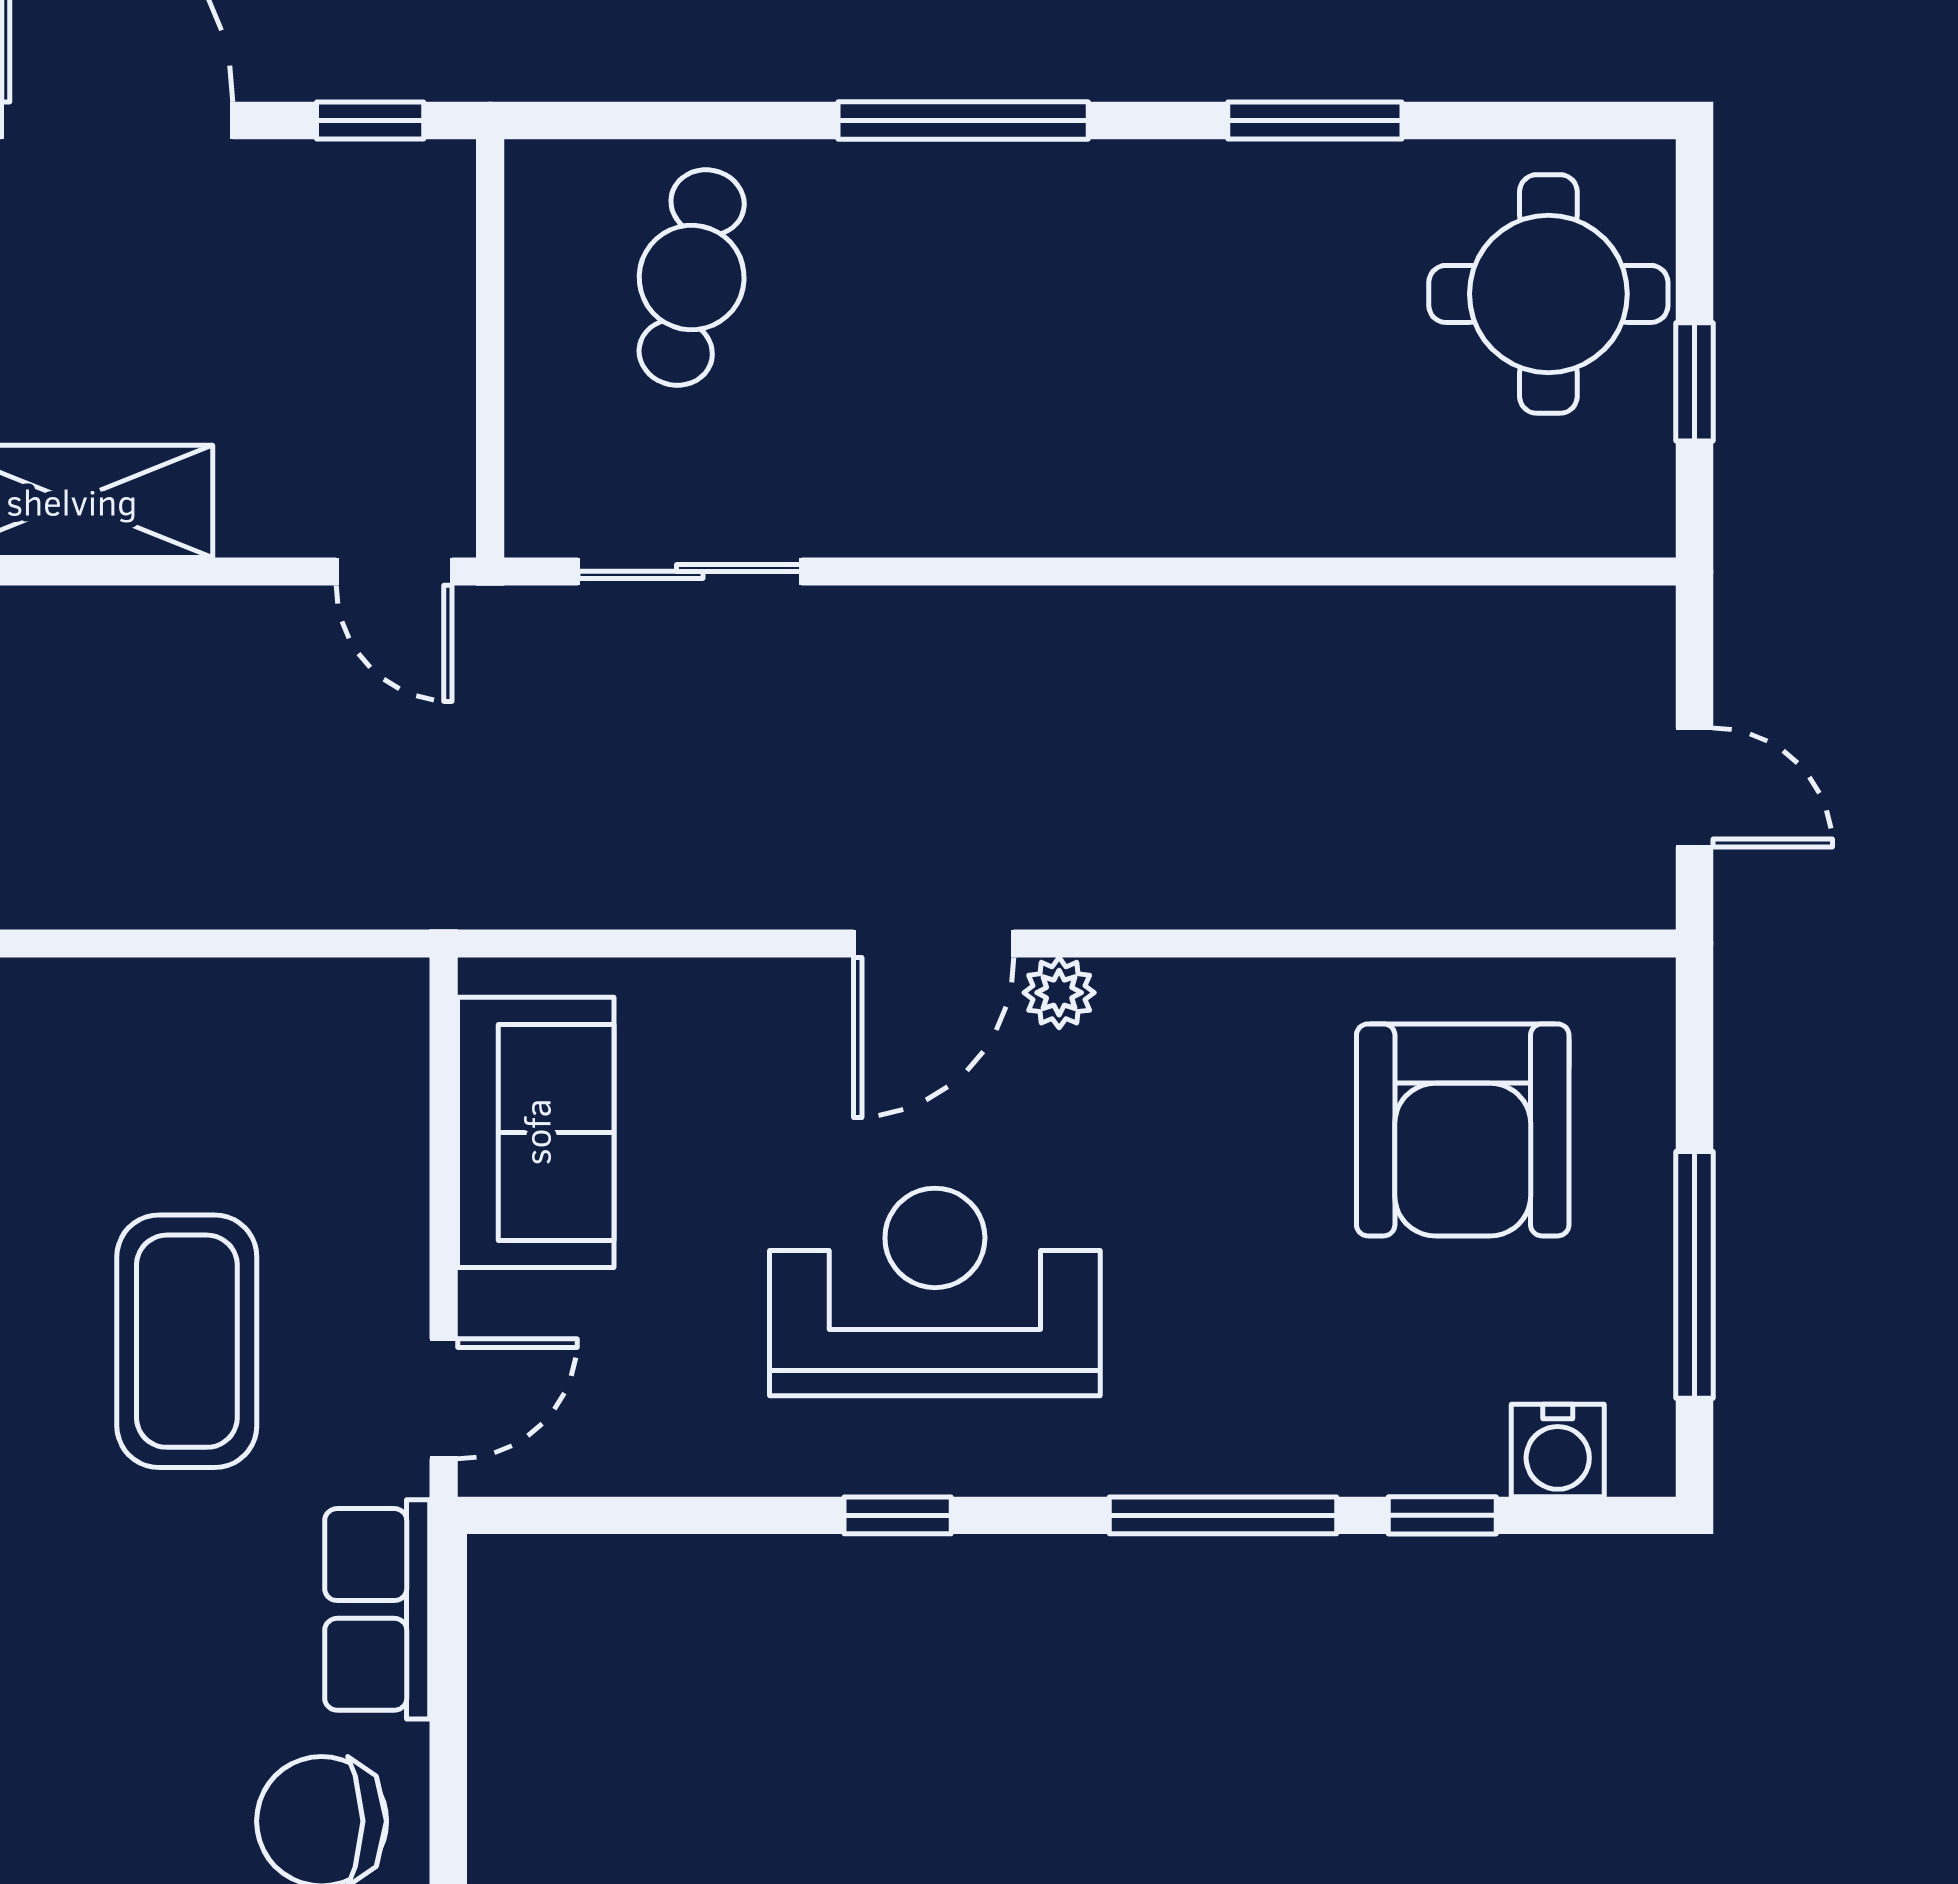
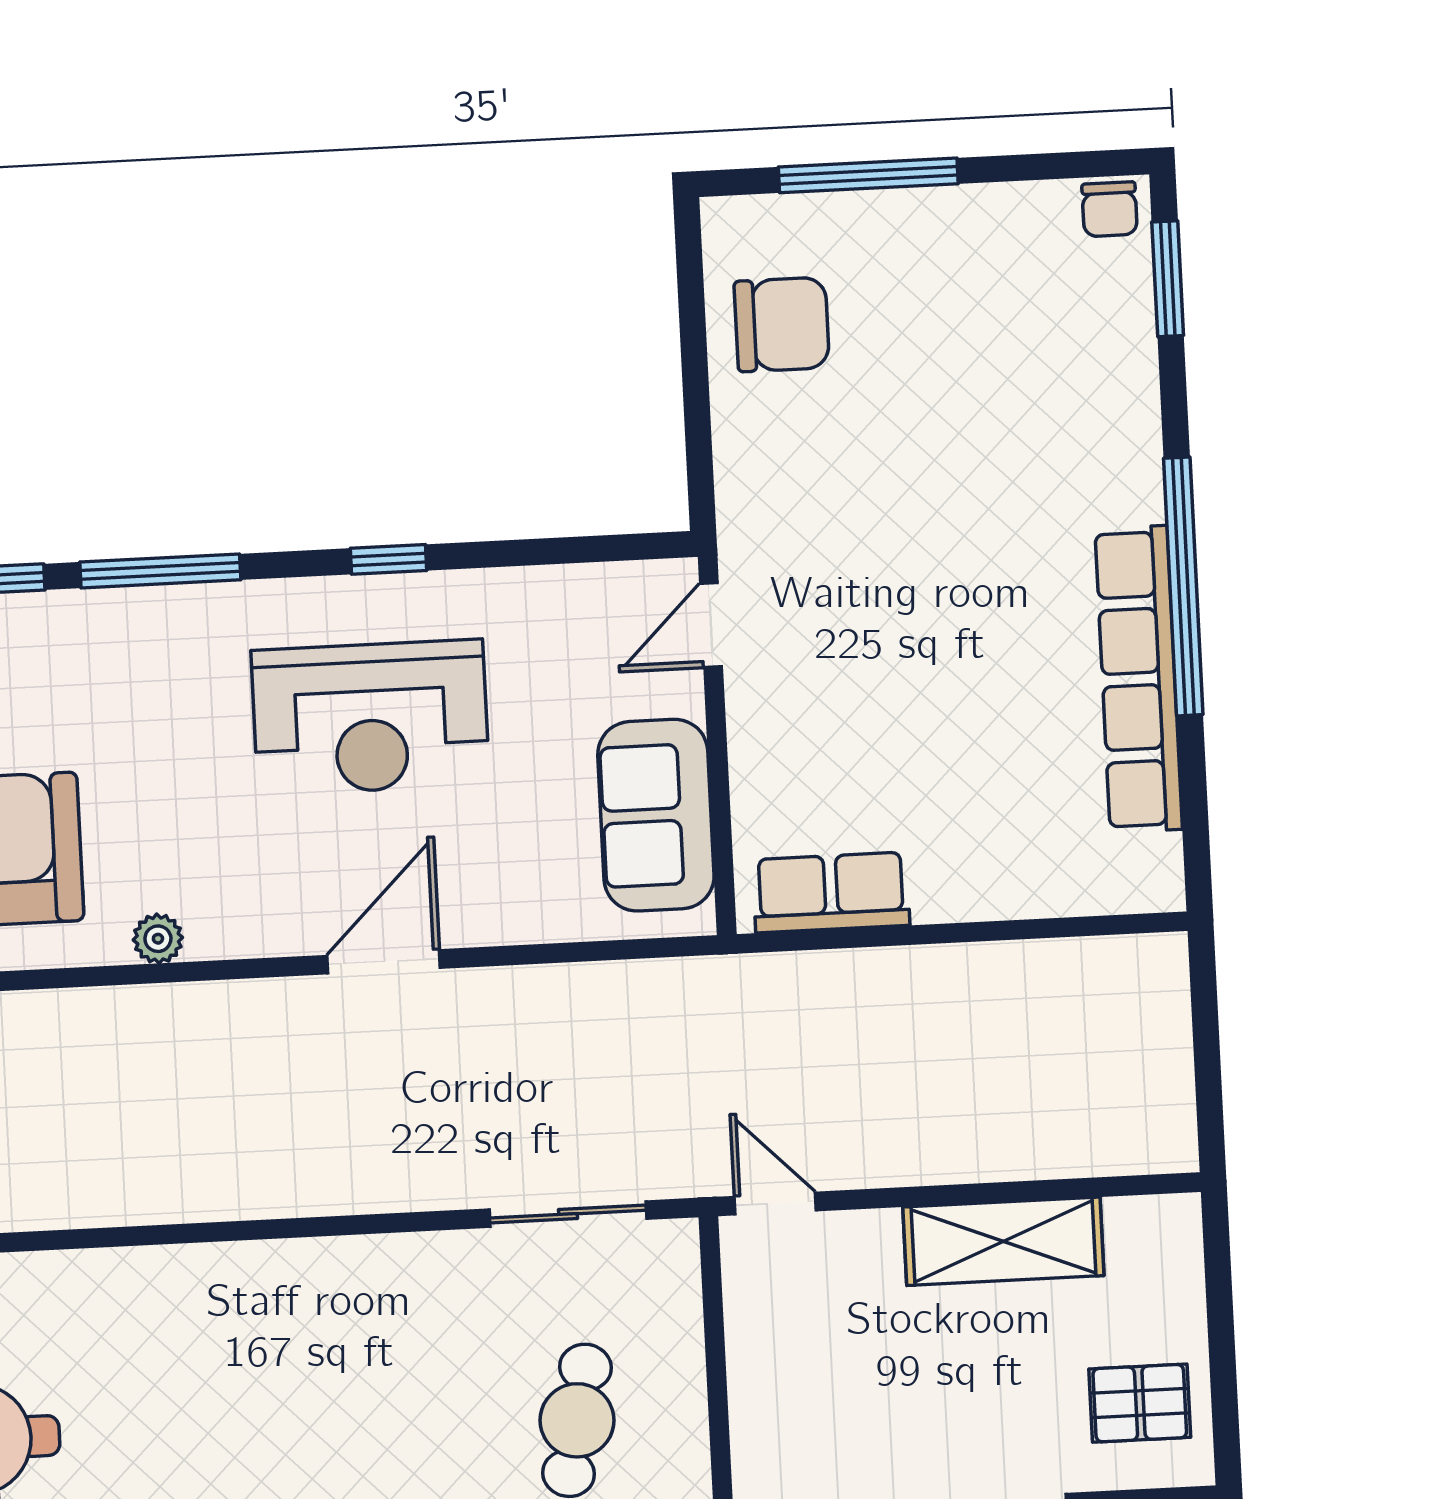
plant: (1059, 993) -> (158, 939), moved
coffee table: (187, 1341) -> (893, 656), removed
row of seats: (377, 1609) -> (831, 892), moved, turned -90

